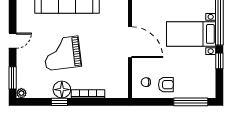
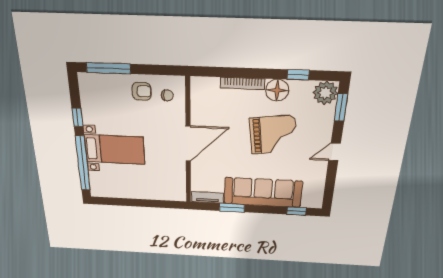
door: (130, 42) -> (188, 144), swing flipped
armchair: (166, 85) -> (142, 91), turned 180
plant: (21, 93) -> (325, 93), width x1.87, depth x1.87
window: (59, 102) -> (298, 75), moved

